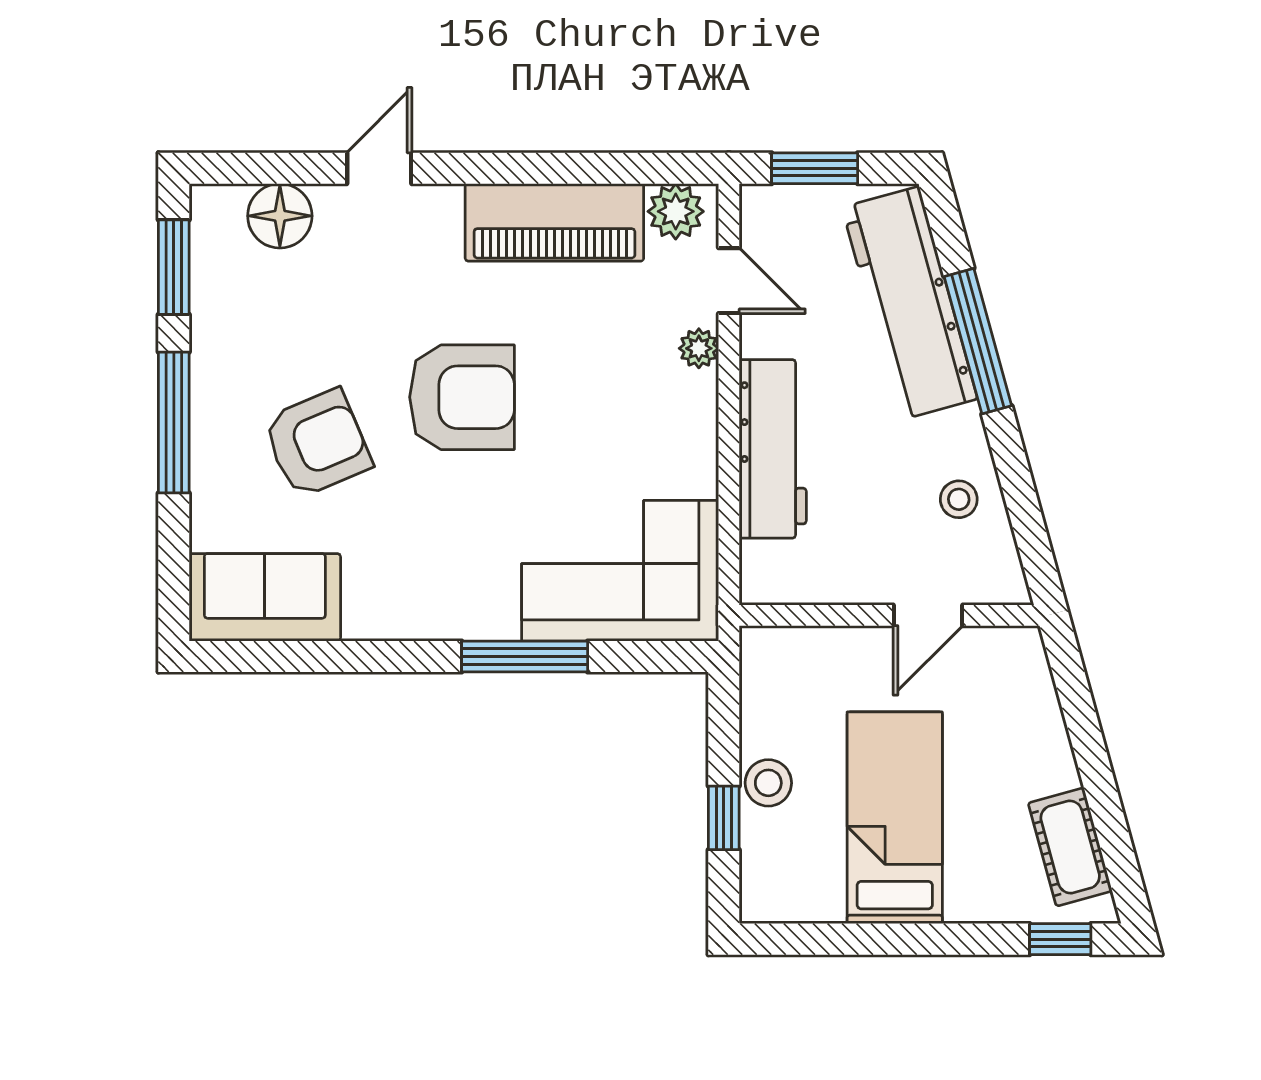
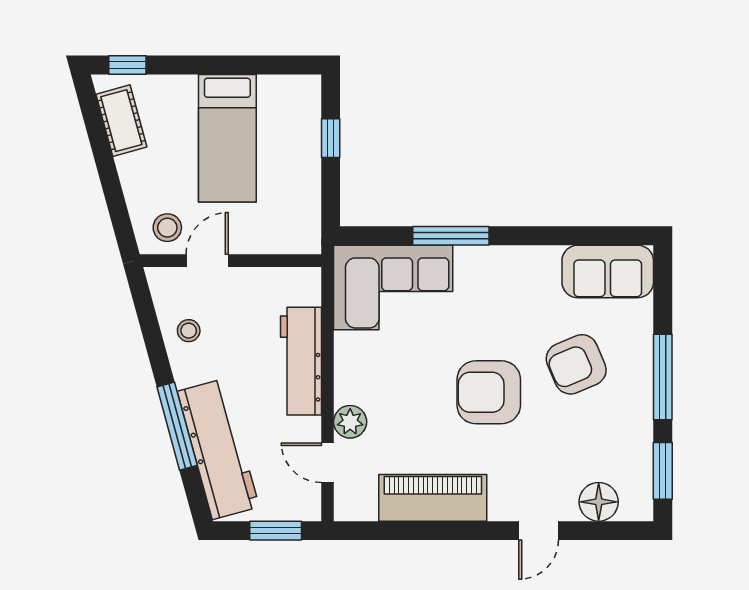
plant: (676, 211) -> (360, 504), removed
plant: (699, 348) -> (350, 422), width x1.38, depth x1.38
stool: (768, 783) -> (167, 228), moved

